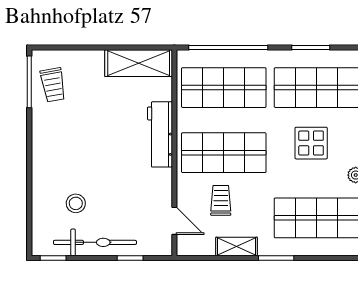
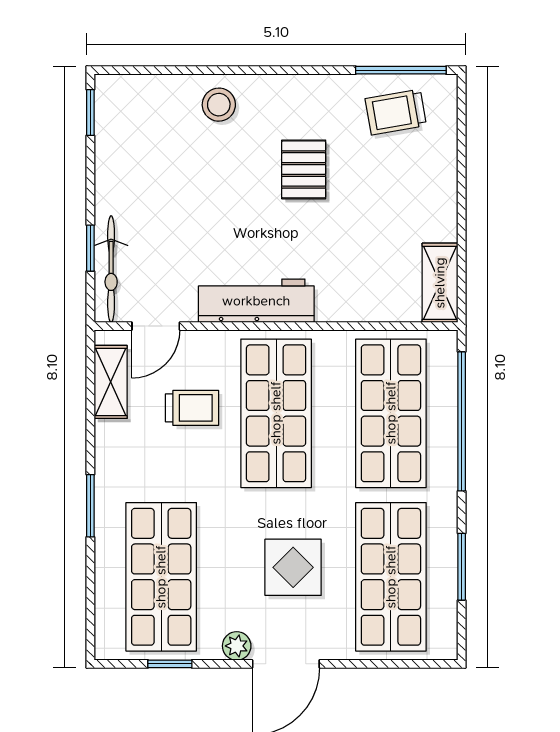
shelving: (139, 63) -> (440, 283), width x0.67, depth x0.75
workbench: (160, 134) -> (256, 301), moved
pallet: (85, 137) -> (304, 169), added
stool: (76, 203) -> (219, 105), moved
bicycle: (95, 242) -> (111, 269), moved, width x0.73, depth x0.71
shelving: (237, 247) -> (111, 382), moved

